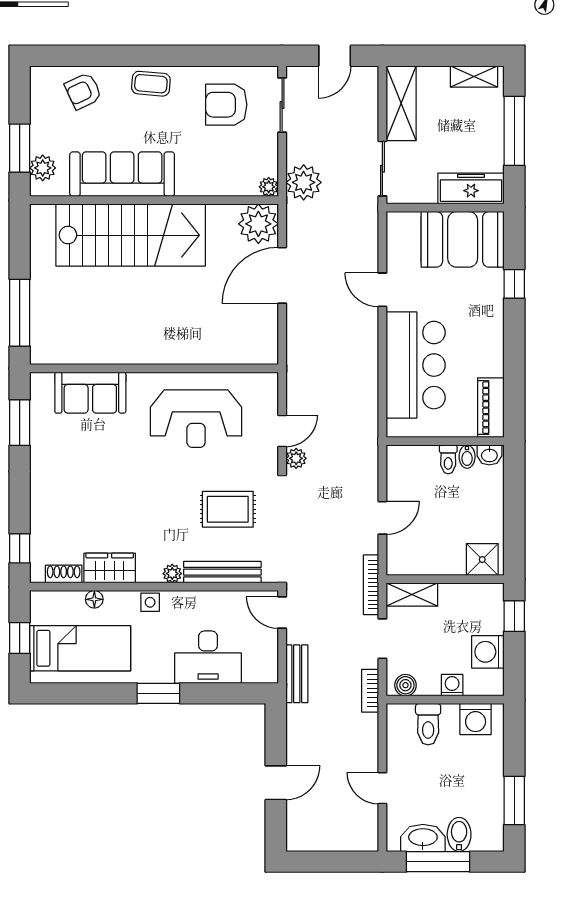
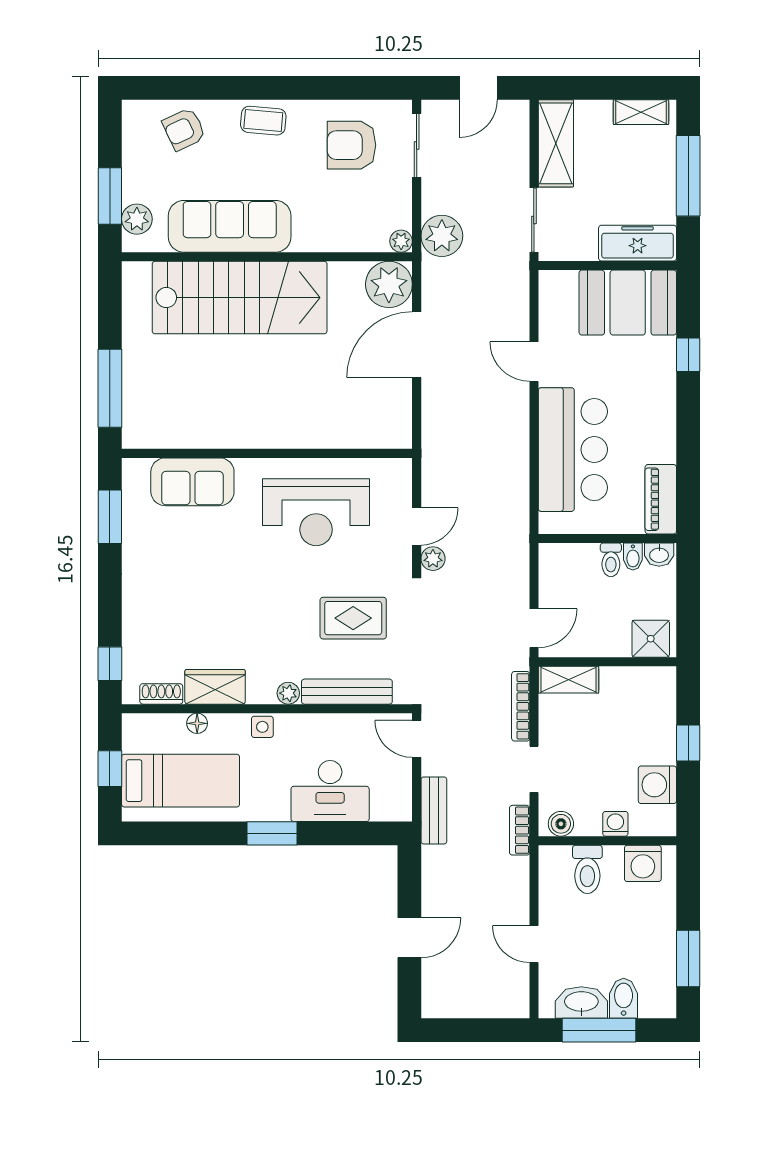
shower: (482, 559) -> (651, 639), moved
wall: (445, 579) -> (607, 662), moved
shelving: (412, 595) -> (568, 680), moved

